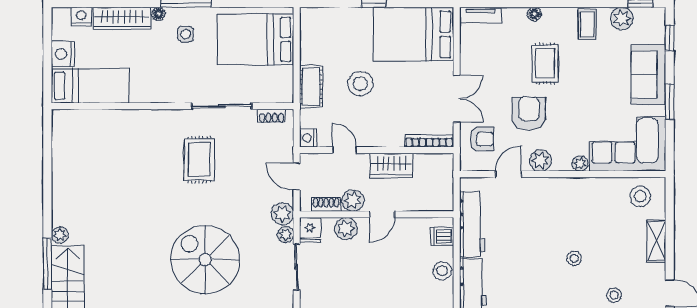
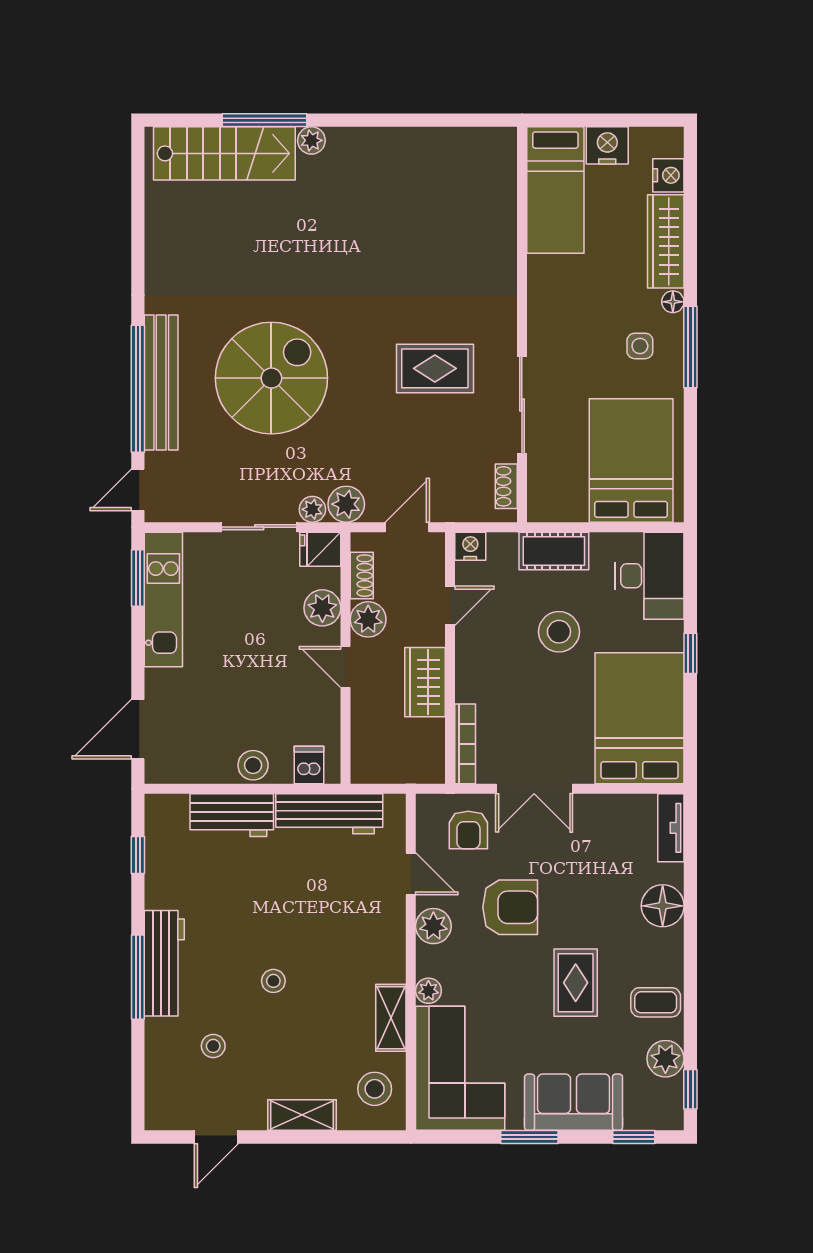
floor lamp: (534, 14) -> (663, 906), width x1.89, depth x1.89
desk: (326, 28) -> (650, 576), added
rug: (545, 63) -> (576, 983), moved, turned 90
shelving: (597, 186) -> (391, 1018), added

